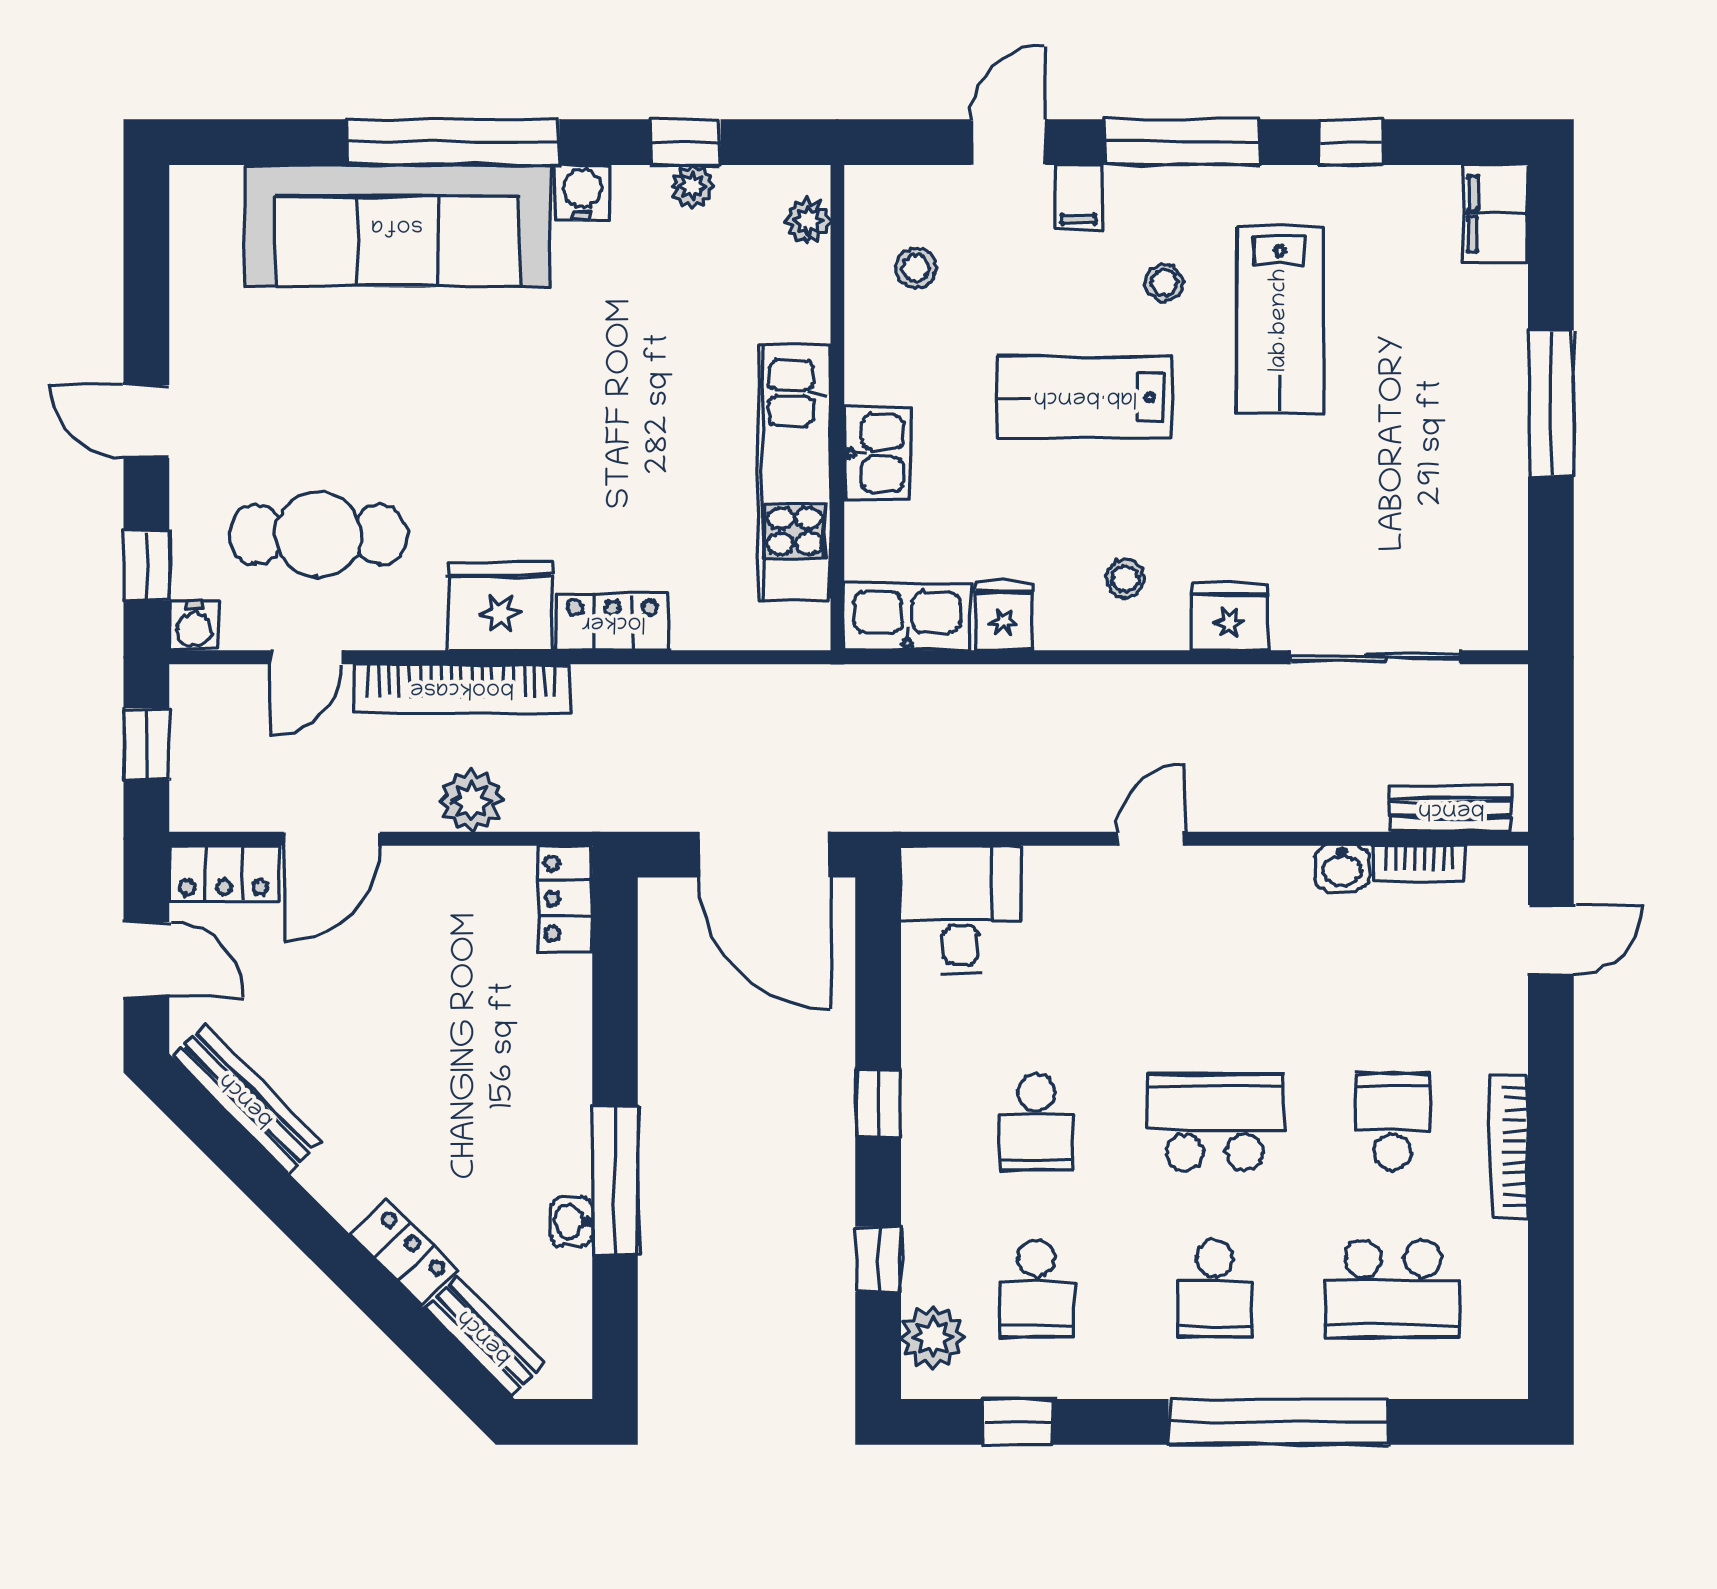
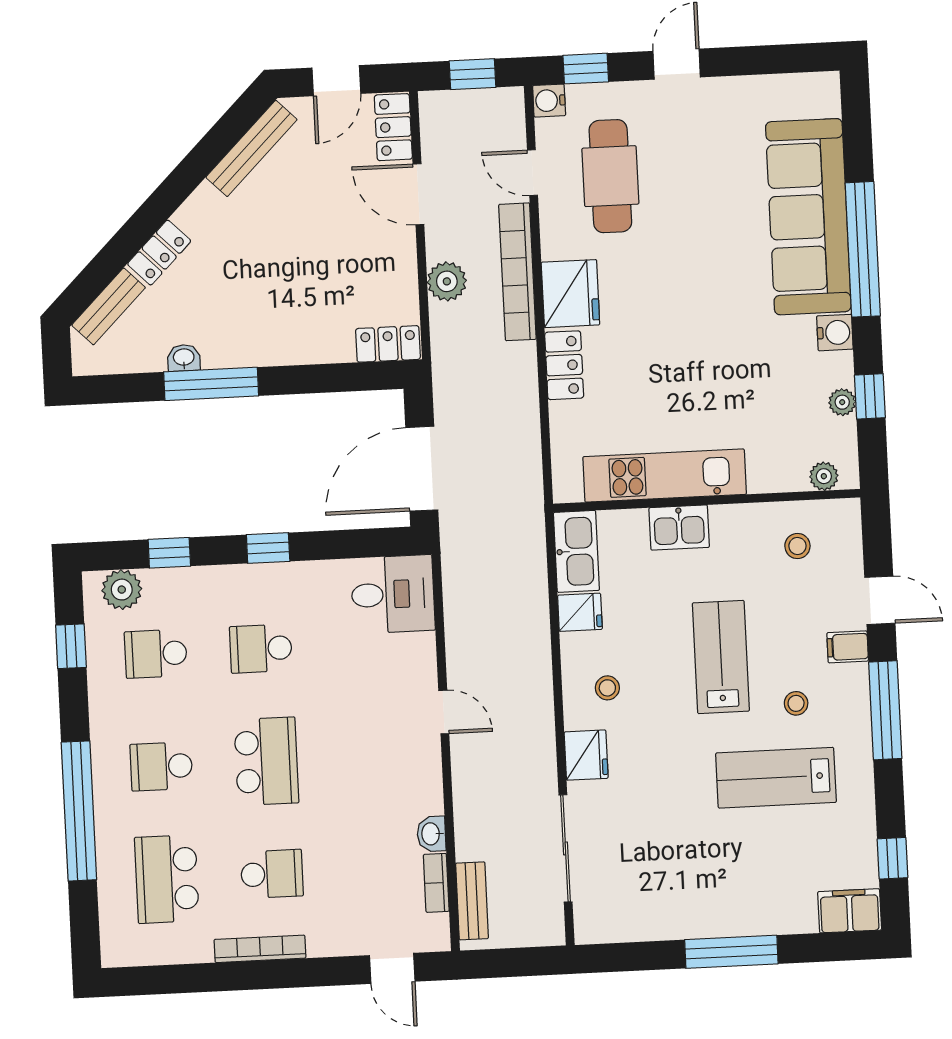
window: (1351, 142) -> (892, 858), moved

